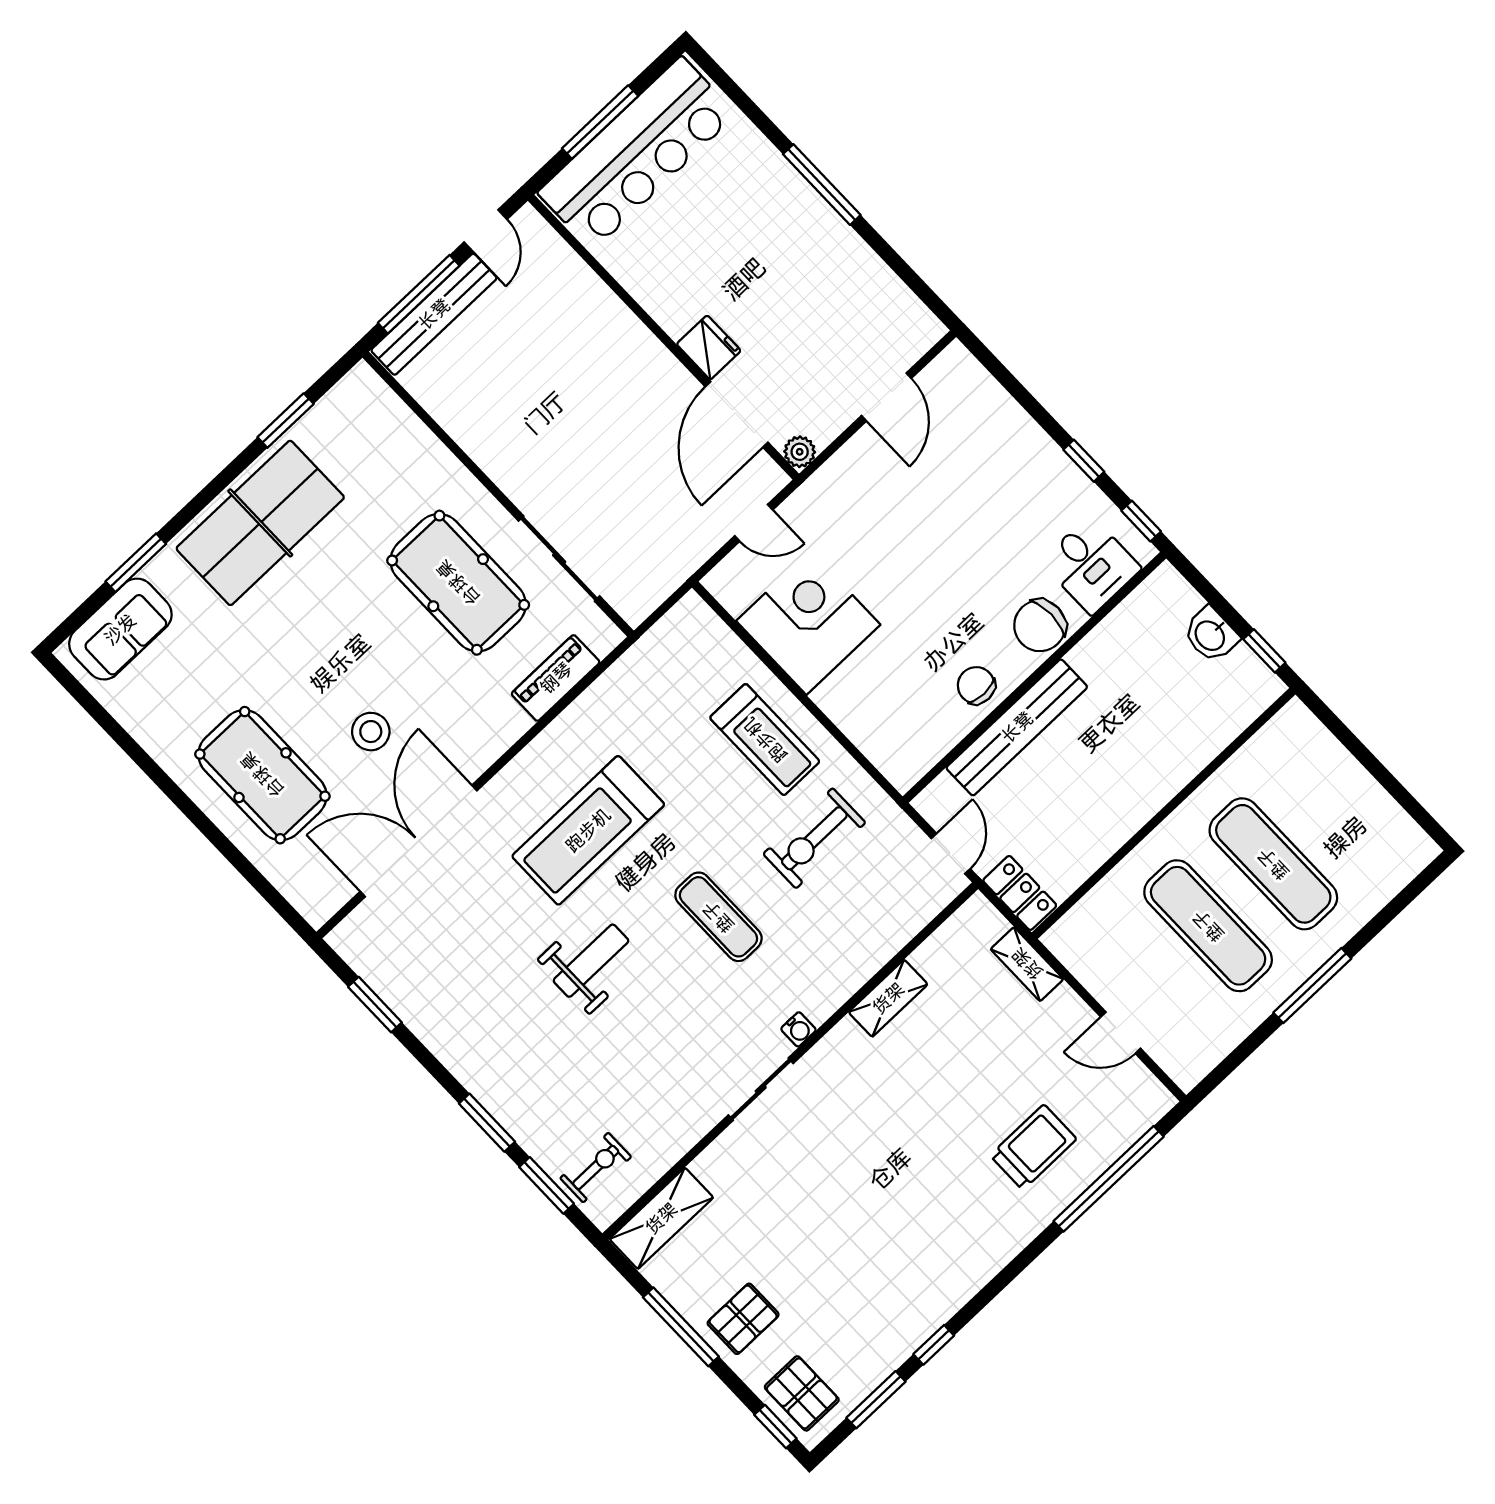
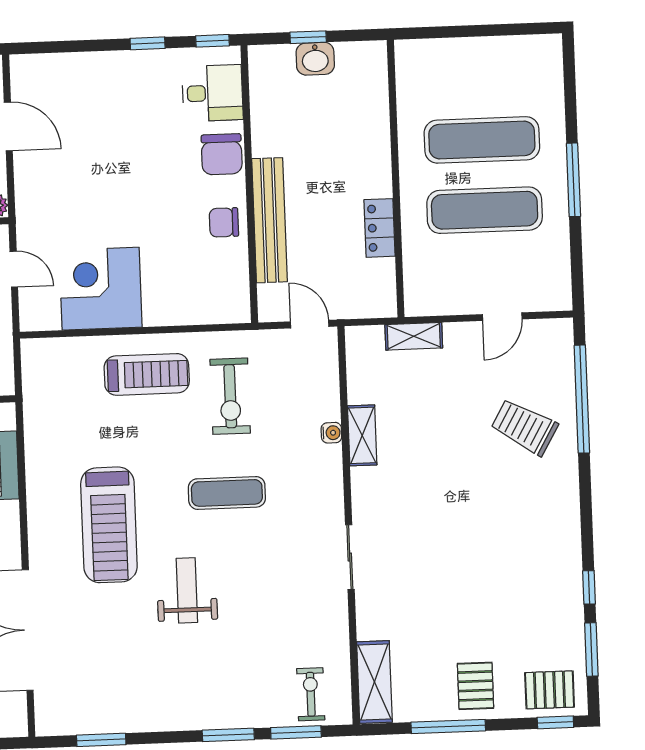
door: (754, 523) -> (14, 269), hinge flipped
window: (1264, 651) -> (308, 37), moved
locker: (1020, 893) -> (380, 228), moved, turned -90
water cooler: (798, 1029) -> (331, 433), moved
trolley: (1033, 1147) -> (524, 427), turned -60

